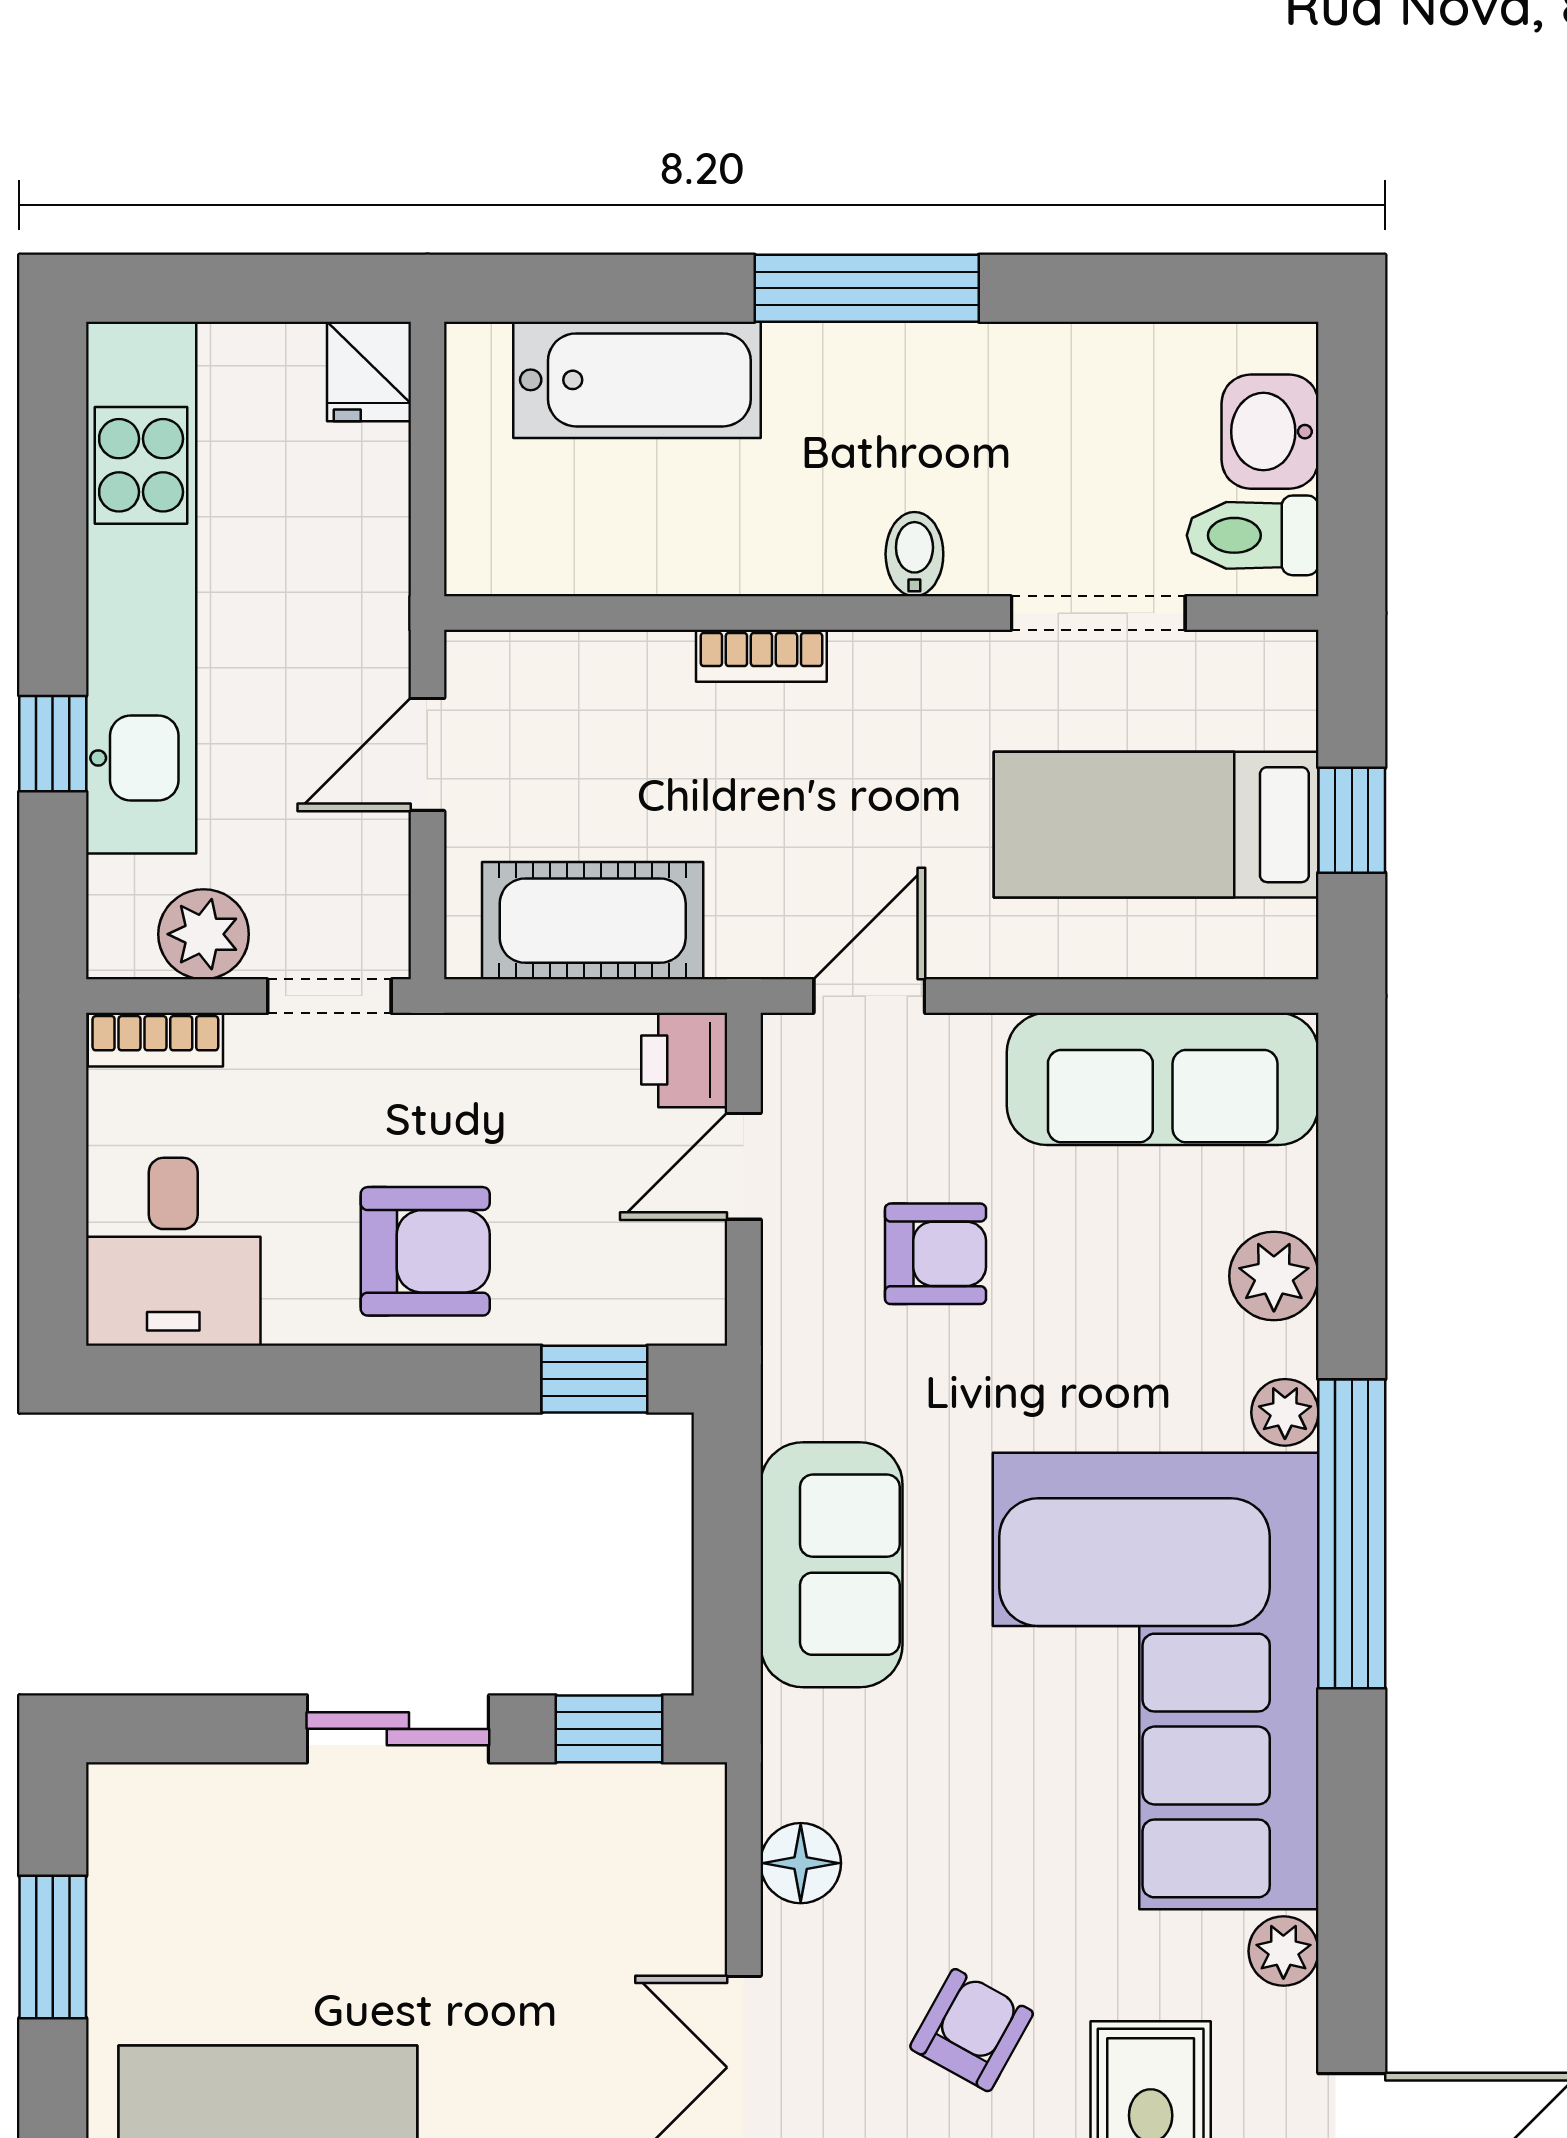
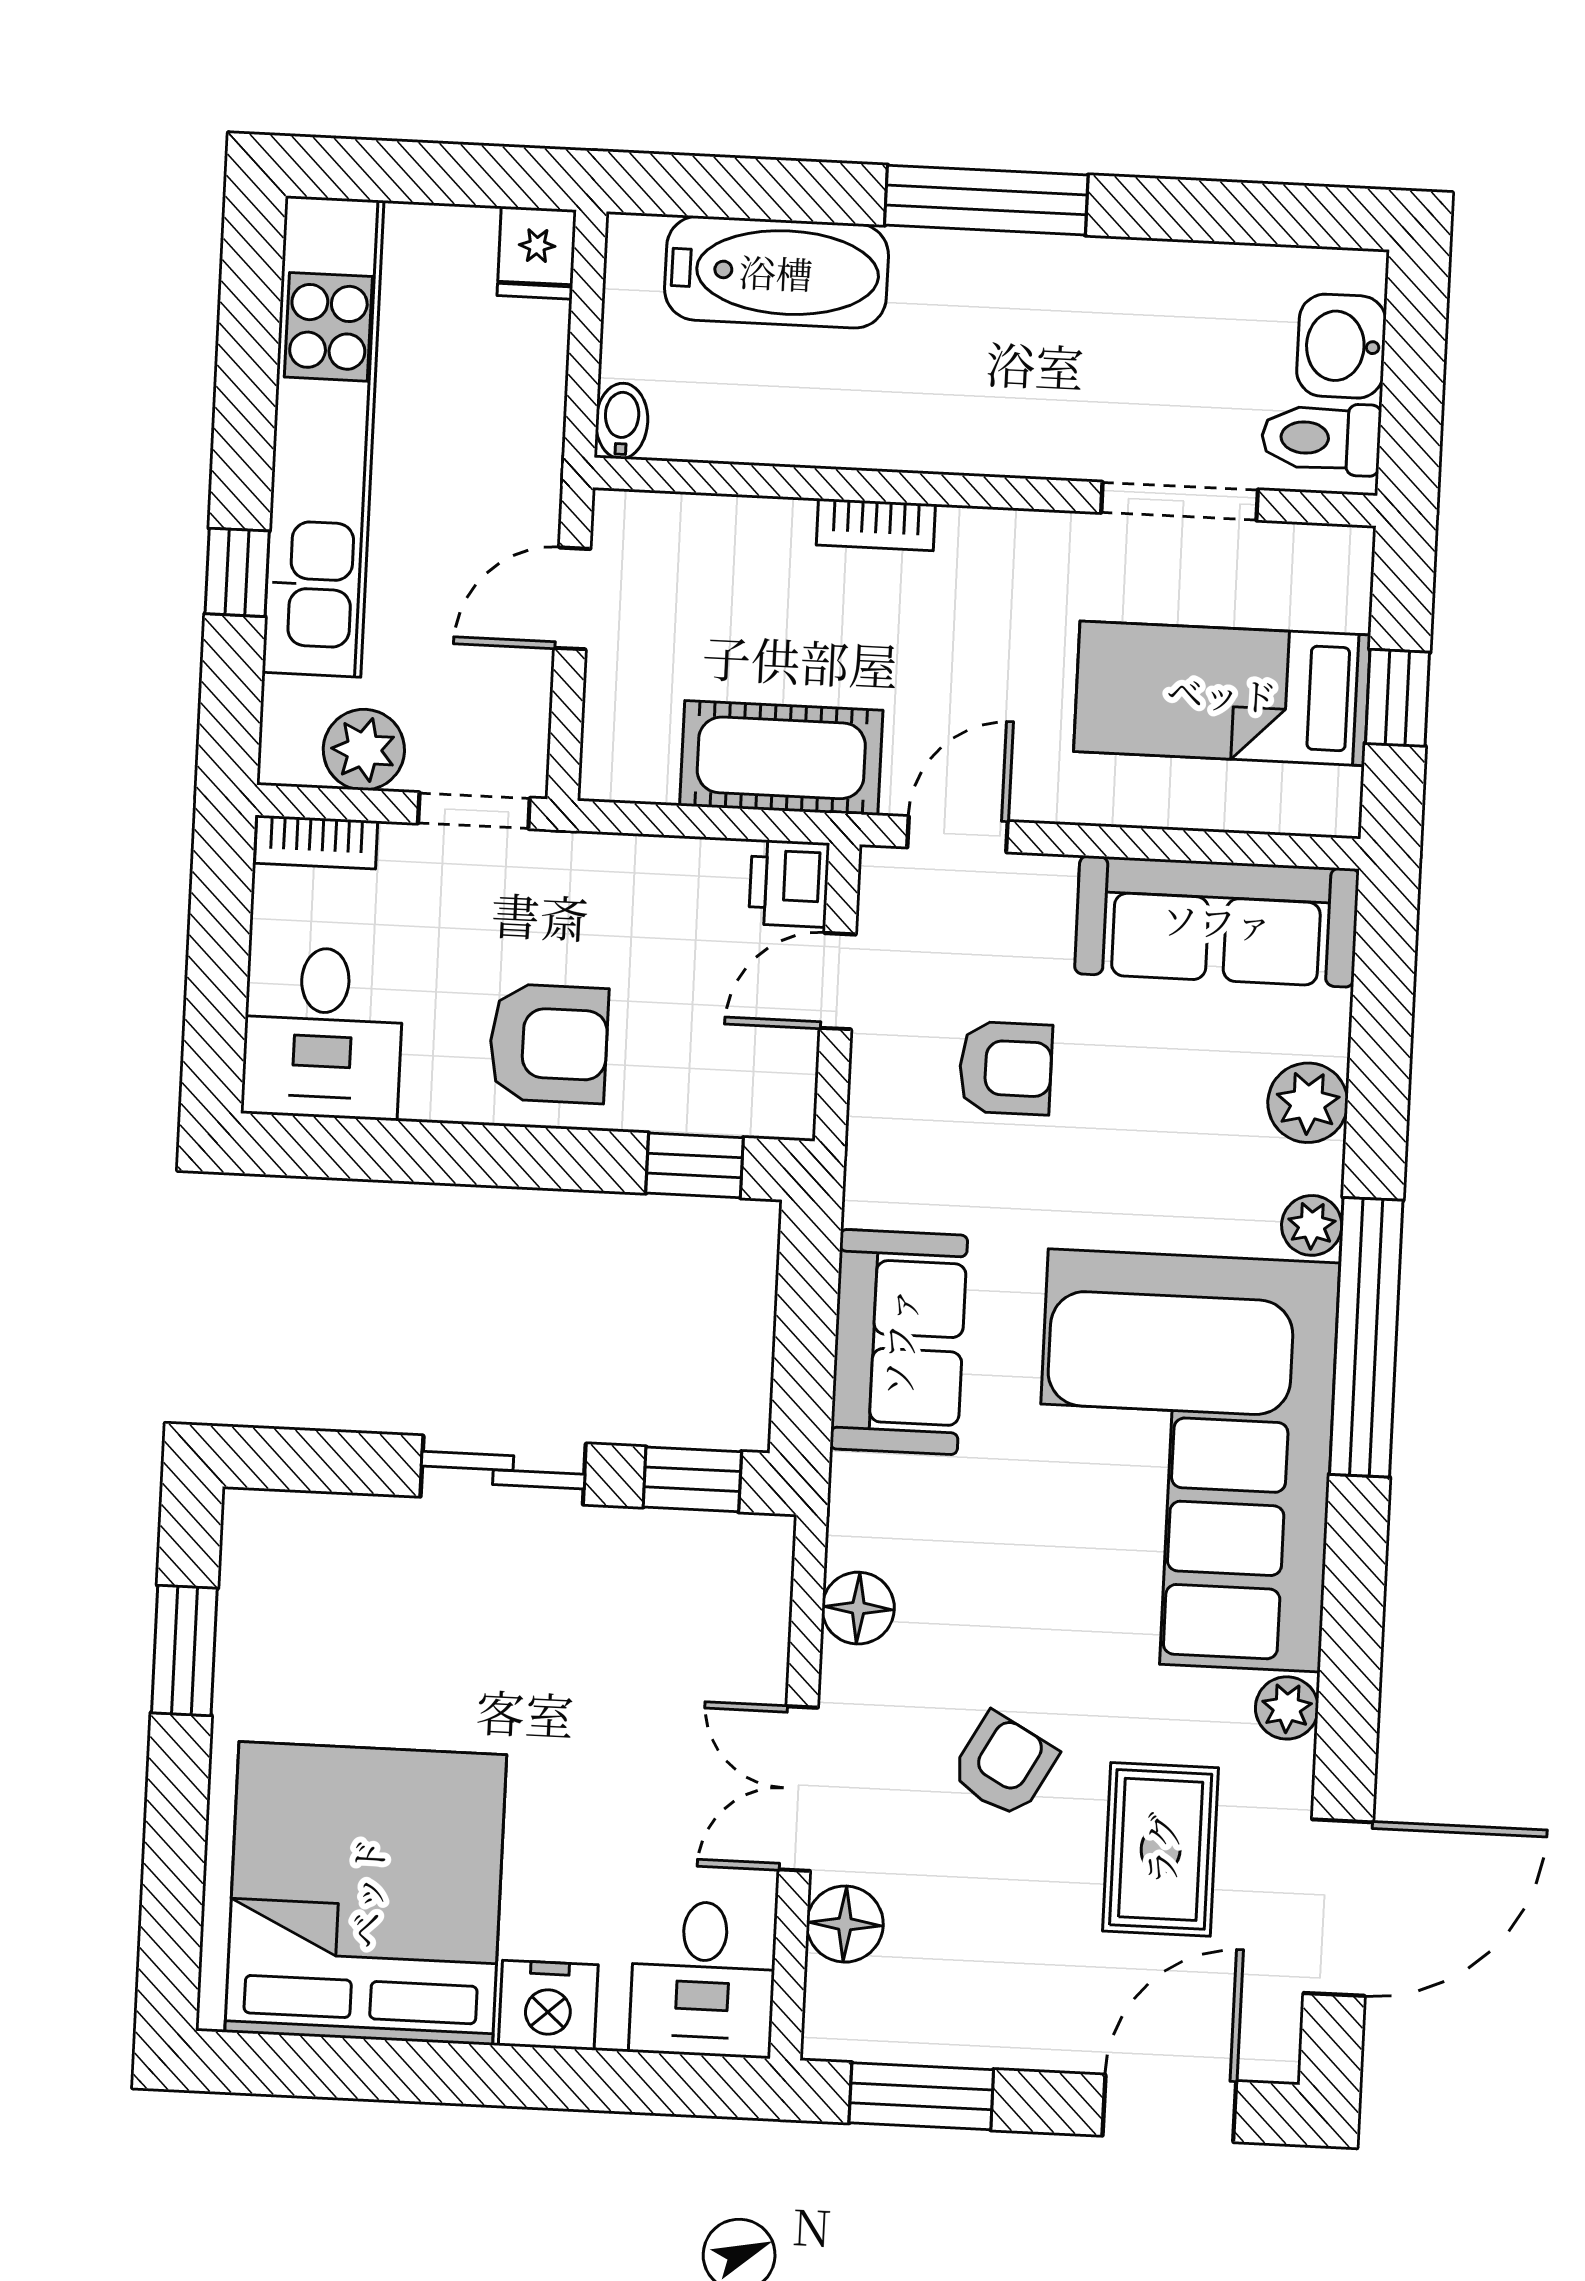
bidet: (914, 554) -> (622, 421), moved
cot: (593, 921) -> (781, 758), moved

